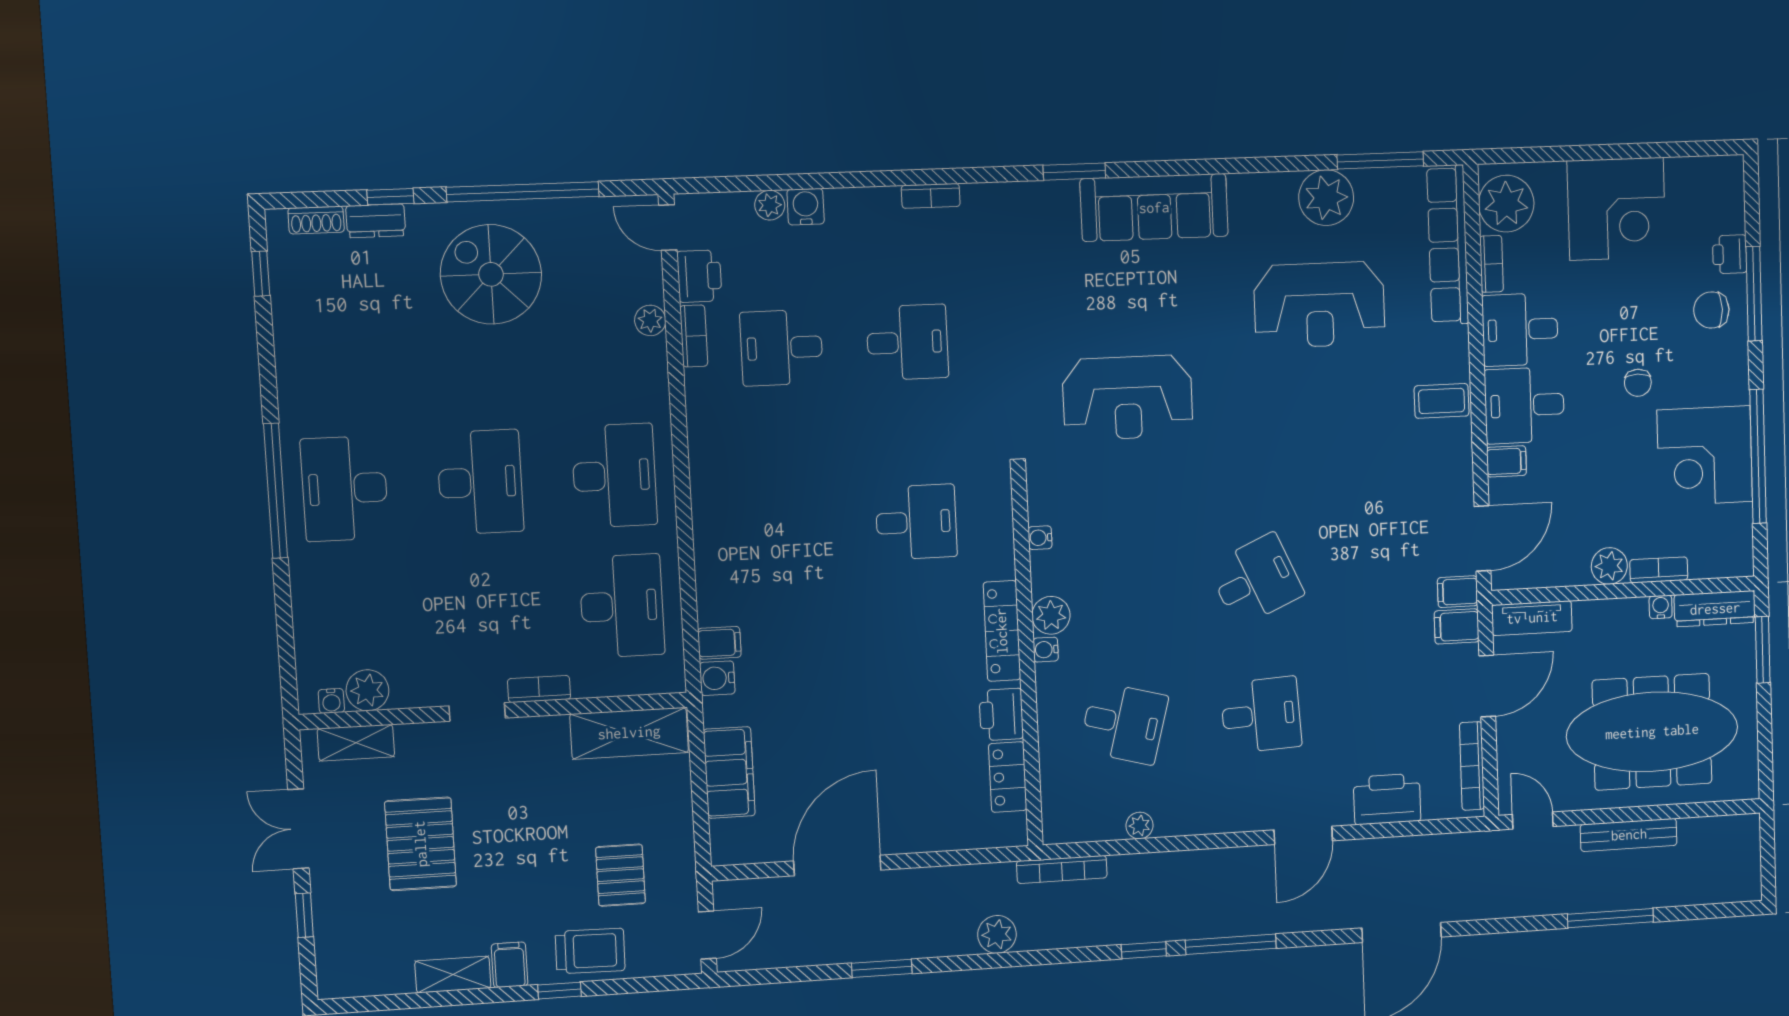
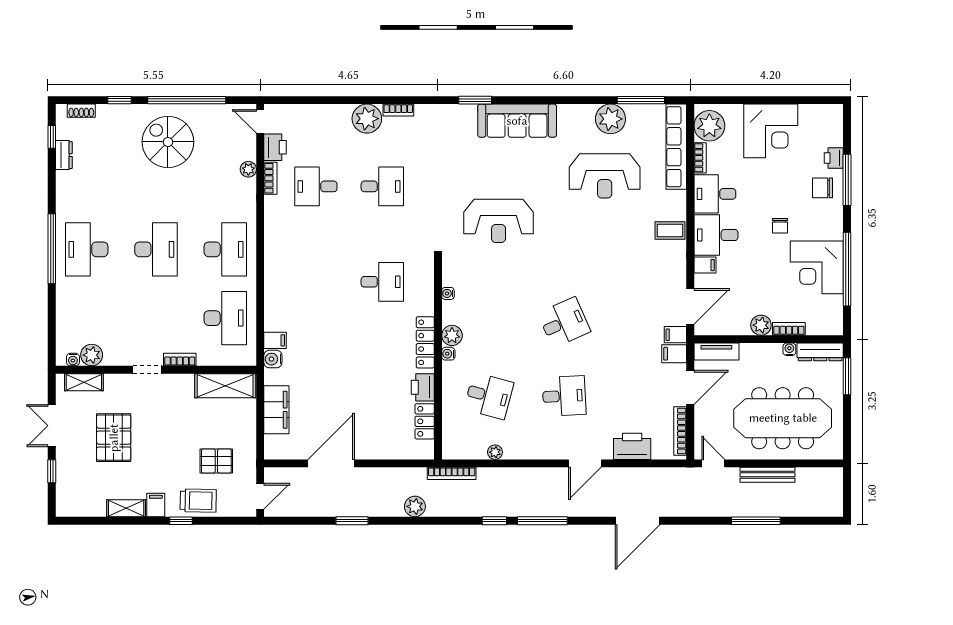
plant: (770, 205) -> (367, 119), moved, width x1.88, depth x1.88
water cooler: (806, 207) -> (332, 113), removed
dresser: (376, 221) -> (64, 155), moved, turned -90
pallet: (620, 875) -> (216, 461), turned 90

